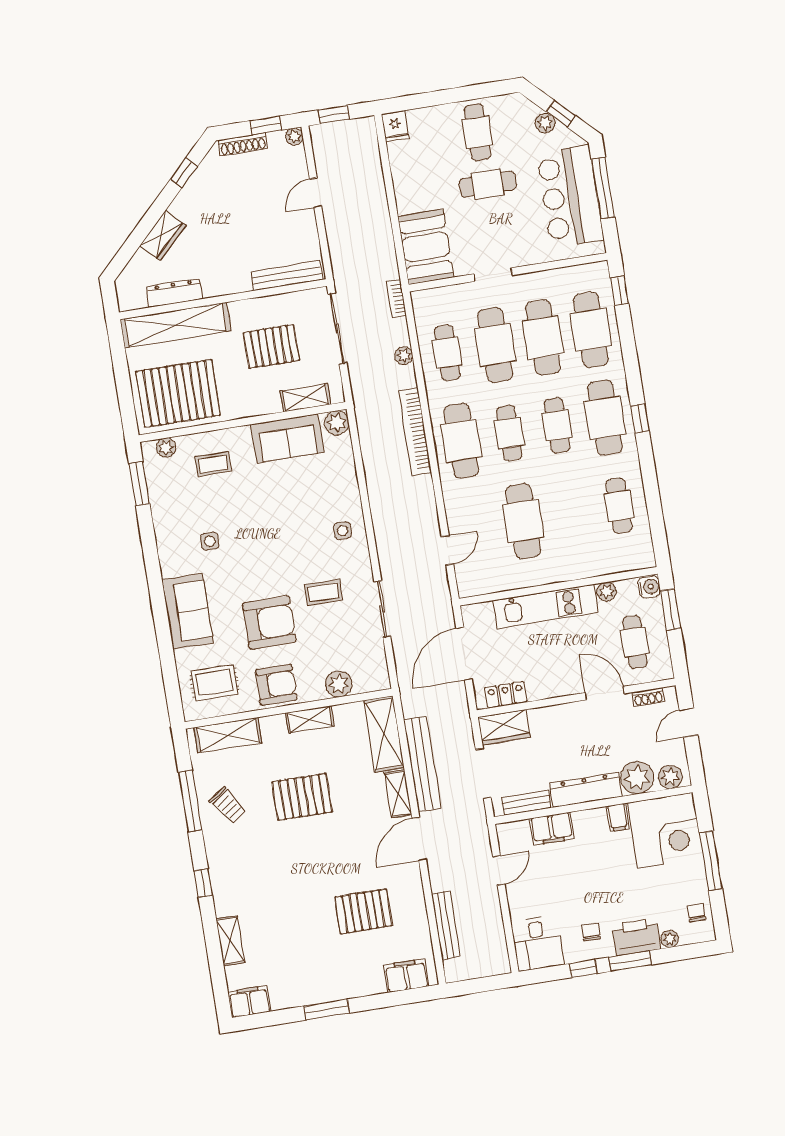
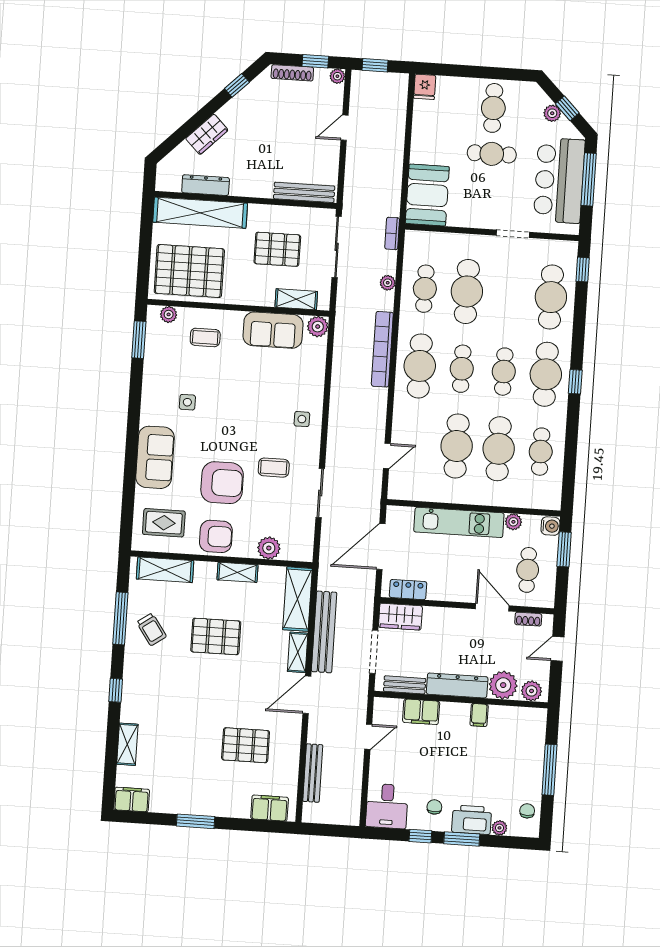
doorway: (493, 275) -> (513, 234), moved
cafe table: (543, 337) -> (499, 449), moved
corner desk: (665, 830) -> (517, 735), removed

